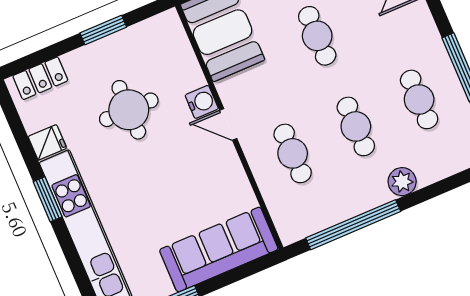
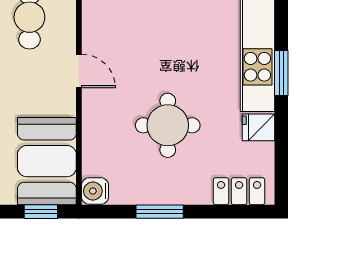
water cooler: (202, 102) -> (95, 191), moved

